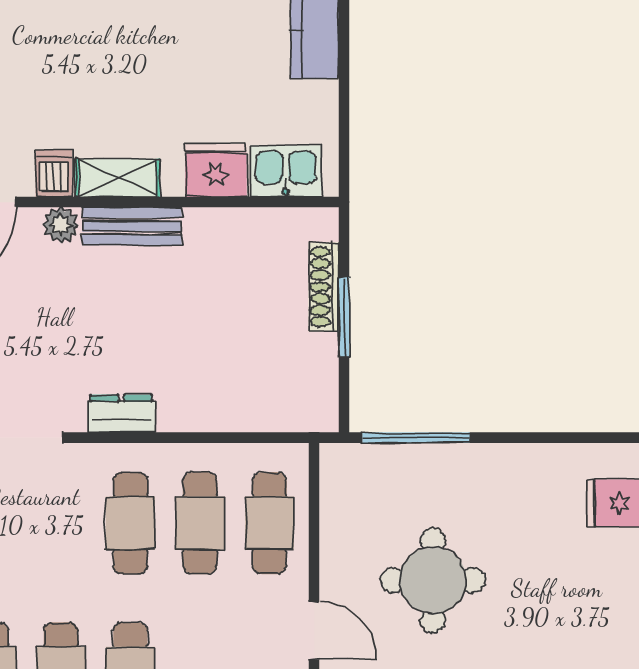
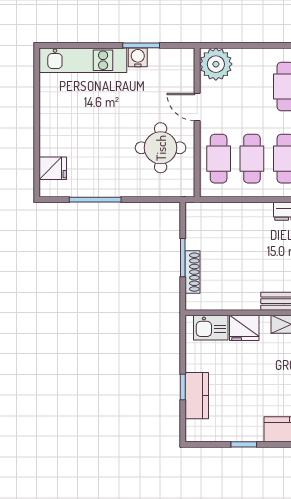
window: (344, 48) -> (183, 387), added
window: (416, 438) -> (95, 200), moved
round table: (433, 580) -> (161, 148), moved

